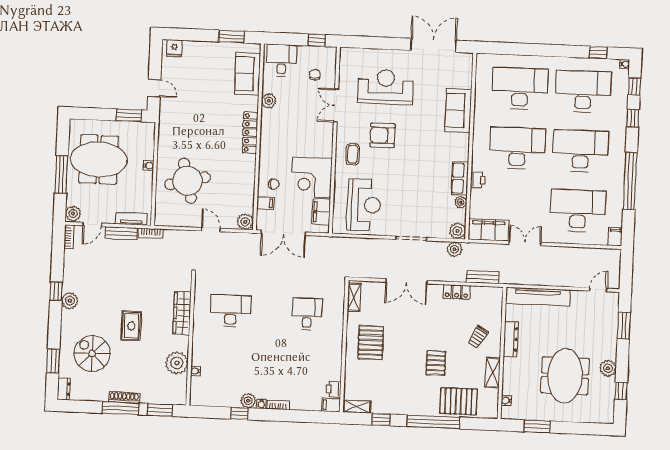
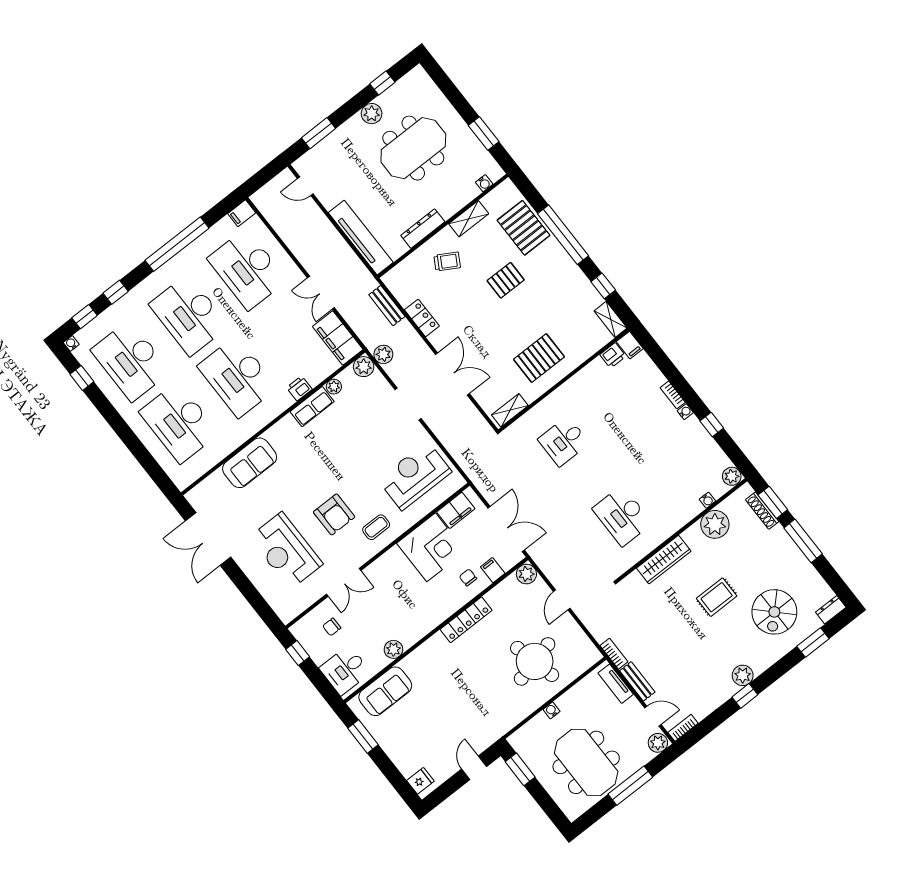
locker: (250, 133) -> (466, 620), moved
shoe rack: (124, 397) -> (762, 511), moved
plant: (248, 401) -> (732, 476), moved

